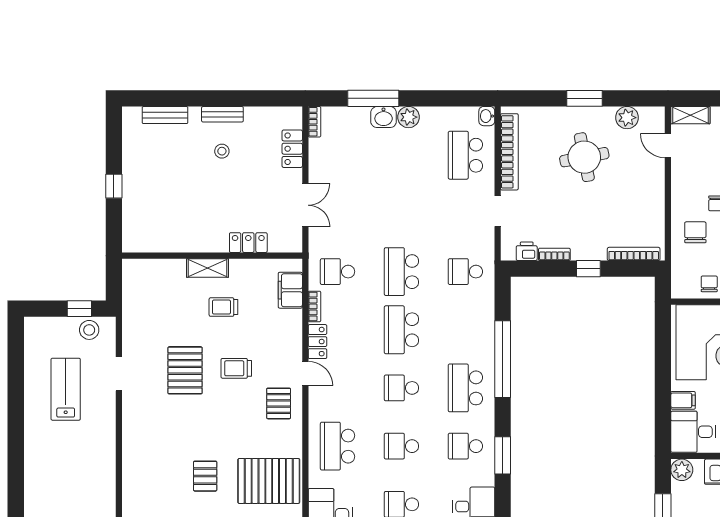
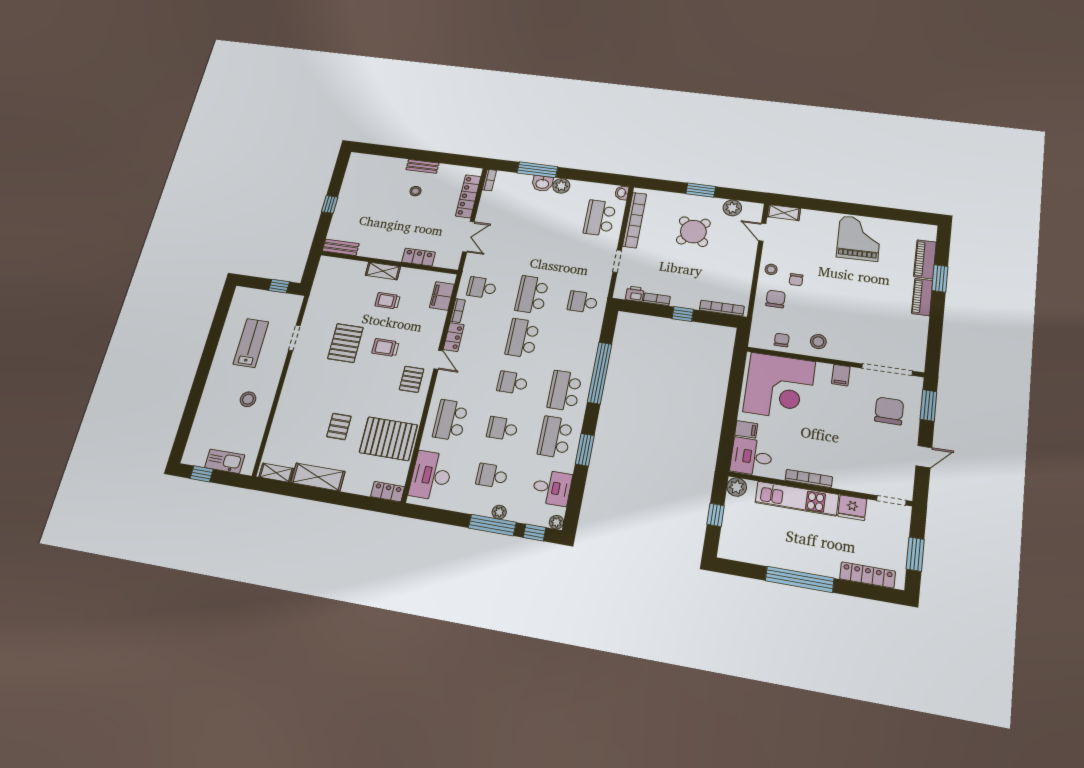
bench: (165, 115) -> (341, 247), moved
locker: (292, 149) -> (468, 196), width x1.53
round table: (584, 157) -> (693, 232), turned -35
stool: (685, 194) -> (771, 269), added
stool: (89, 330) -> (248, 399), moved
school desk: (465, 446) -> (555, 437), width x1.85

